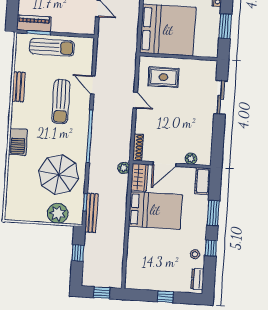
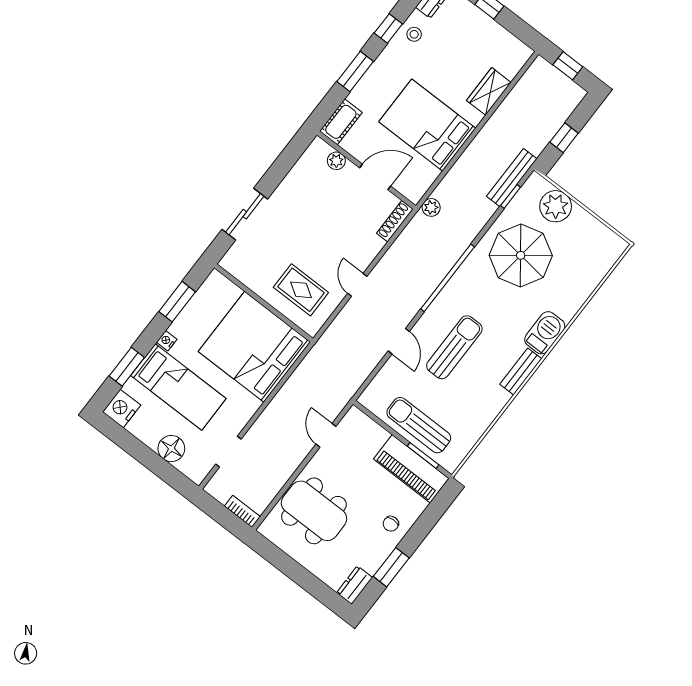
piano: (34, 23) -> (411, 469), width x1.37, depth x1.33
bench: (18, 87) -> (521, 371), moved
wardrobe: (139, 177) -> (489, 91), moved

